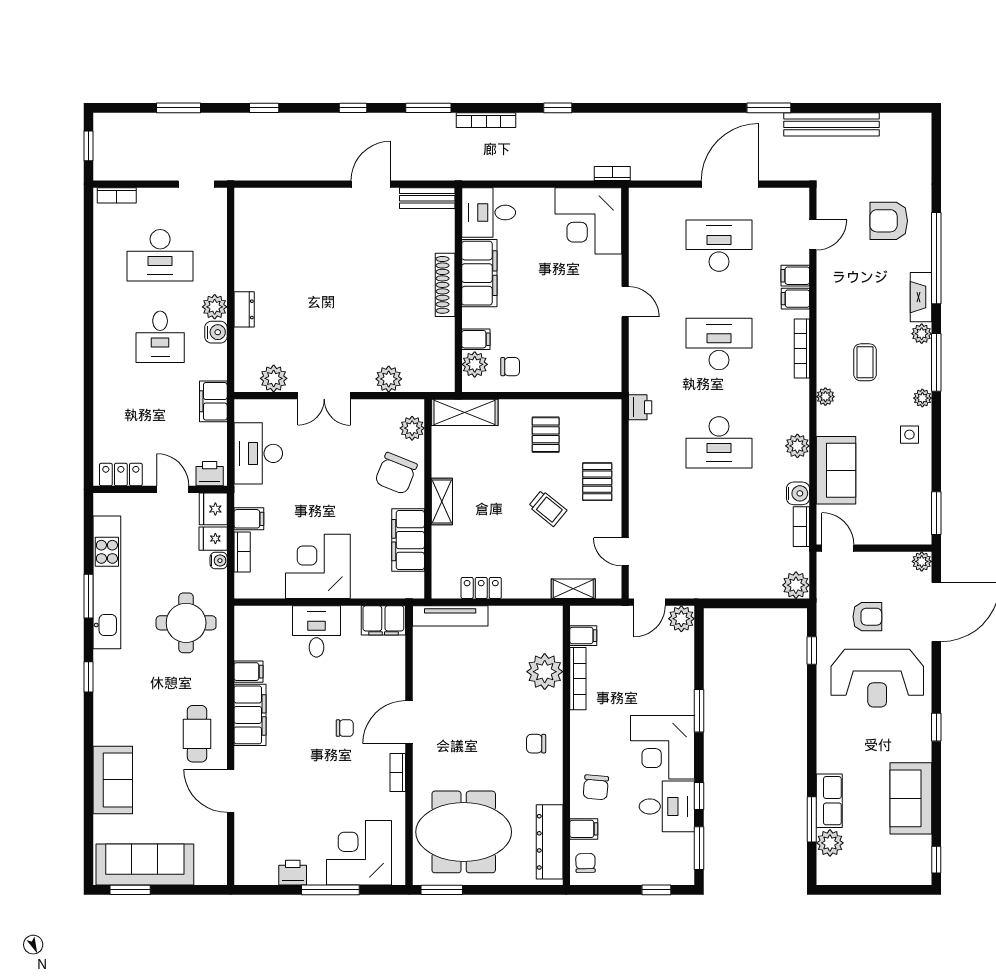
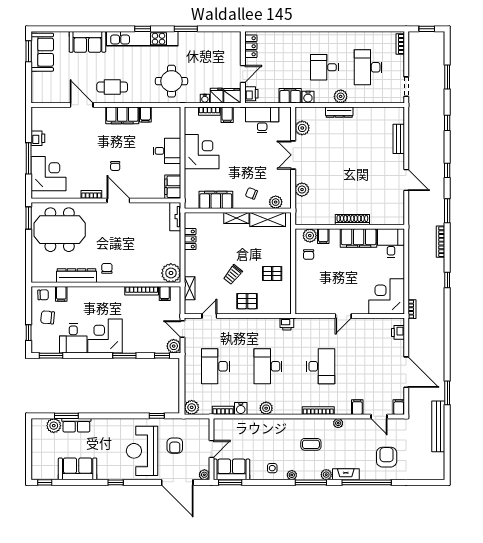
bench: (427, 198) -> (399, 139), moved
printer: (656, 200) -> (398, 332), added
desk: (719, 246) -> (215, 366), moved, turned 180
filing cabinet: (795, 299) -> (399, 407), moved
dresser: (244, 309) -> (339, 112), width x1.44
water cooler: (216, 332) -> (308, 97), moved
plant: (825, 397) -> (338, 423), moved
shelving: (465, 412) -> (268, 219), moved, turned 90
sofa: (836, 470) -> (231, 469), moved, turned 180
chair: (396, 473) -> (251, 193), width x0.54, depth x0.54
door: (838, 548) -> (211, 449), moved
kitchen unit: (107, 582) -> (142, 39), moved
tv unit: (450, 616) -> (175, 217), width x0.71
plant: (545, 672) -> (171, 273), moved
chair: (596, 787) -> (48, 317), moved
door: (231, 791) -> (82, 105), hinge flipped
window: (699, 796) -> (162, 356), moved
meeting table: (464, 832) -> (60, 230), turned 90
dresser: (550, 842) -> (77, 276), moved
sofa: (145, 864) -> (42, 52), width x0.73

